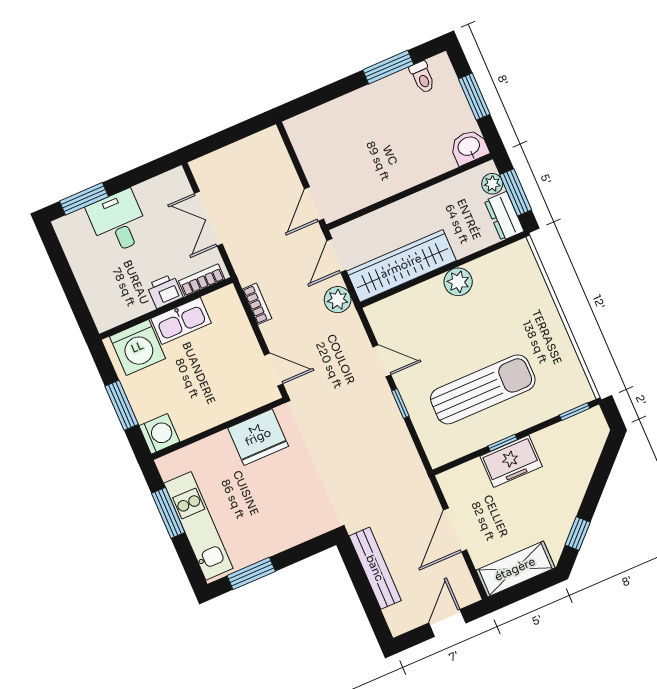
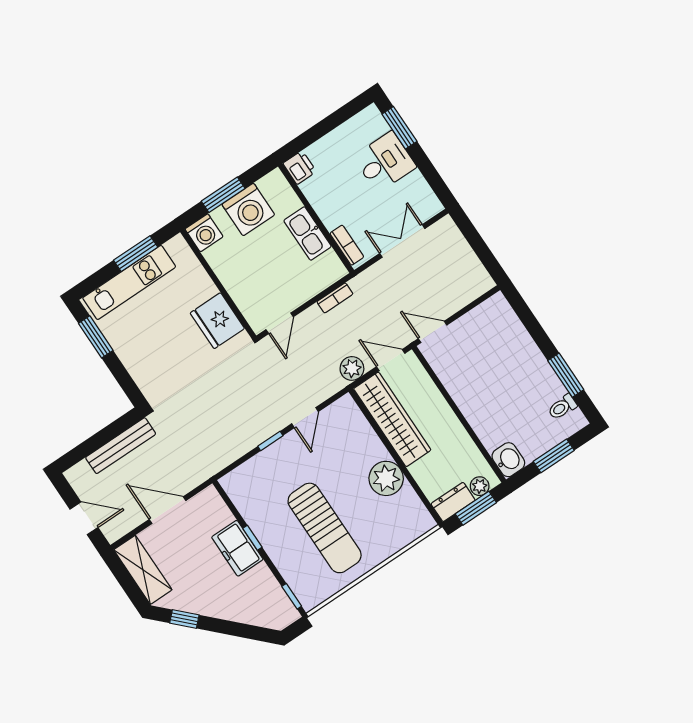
plant: (458, 282) -> (386, 478), width x1.36, depth x1.36
printer: (165, 291) -> (300, 168), moved
washing machine: (137, 347) -> (248, 209), moved, turned -90
sun lounger: (483, 389) -> (325, 528), moved

